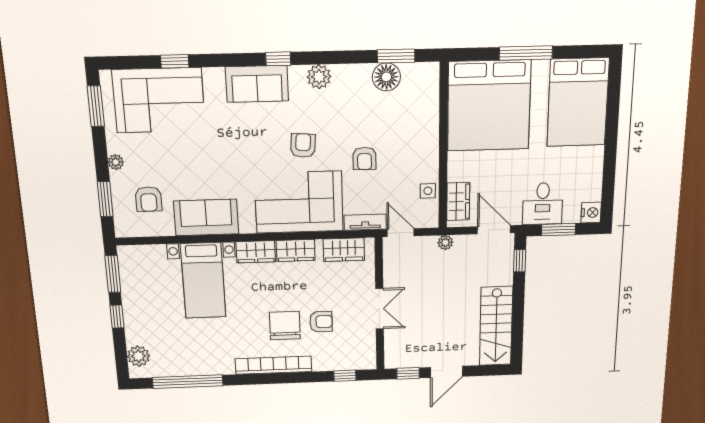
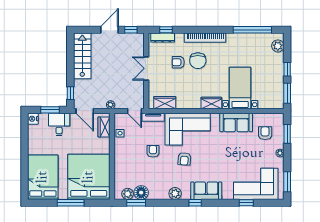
plant: (413, 74) -> (128, 194), added
wardrobe: (296, 250) -> (190, 103), removed
dresser: (351, 362) -> (163, 38), added

